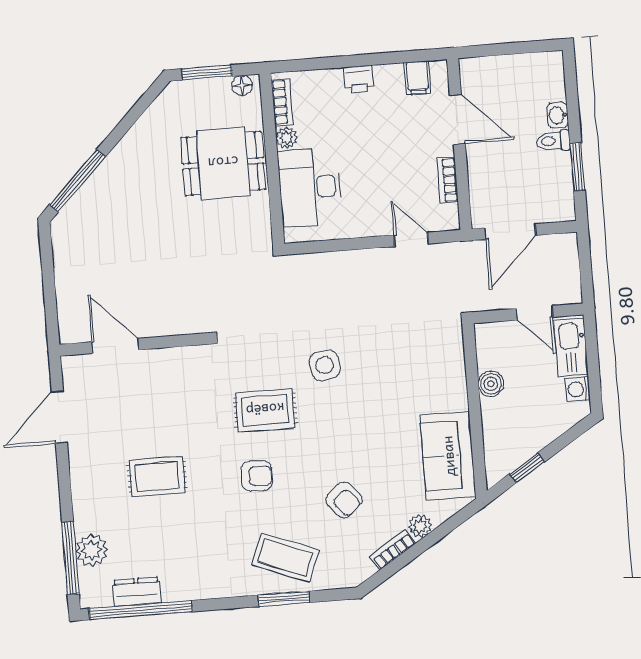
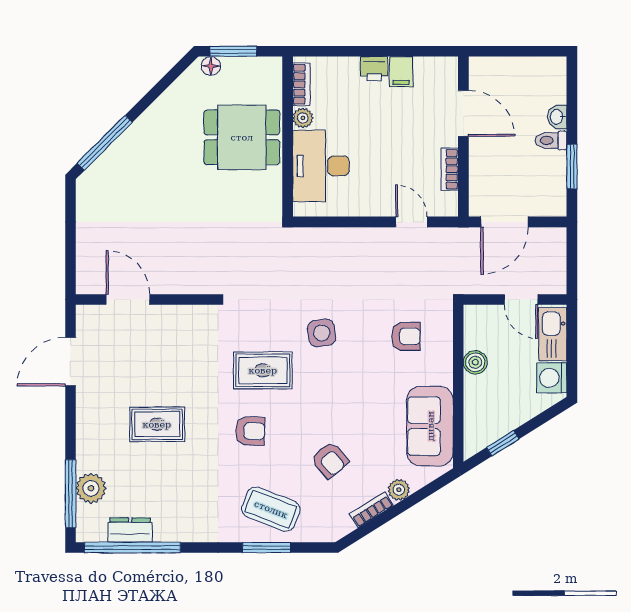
filing cabinet: (418, 78) -> (401, 72), moved
floor lamp: (242, 85) -> (211, 66), moved
armchair: (415, 362) -> (406, 336), added
washing machine: (578, 389) -> (552, 378), width x1.38, depth x1.38

